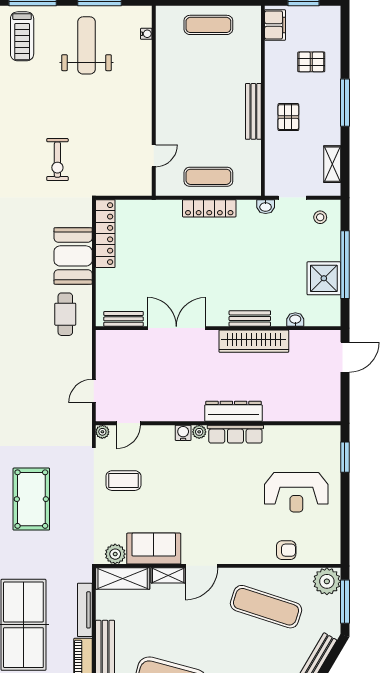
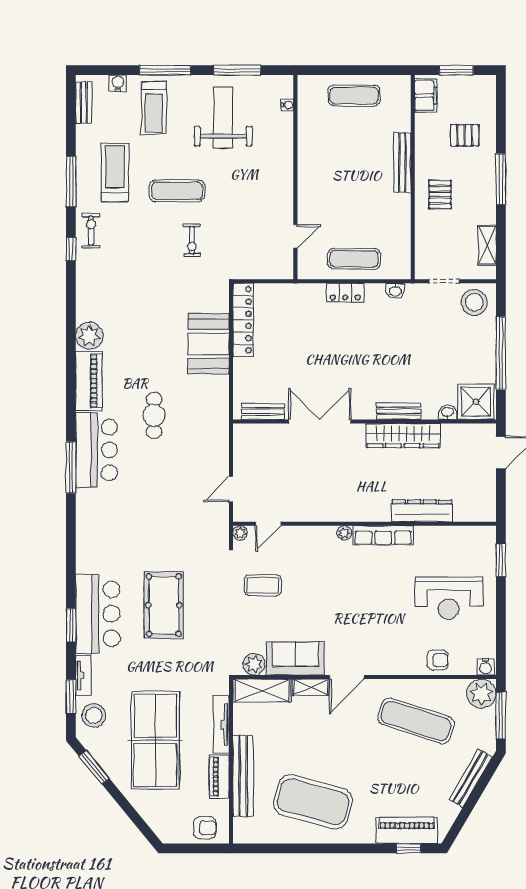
bench: (253, 111) -> (402, 162), moved
exercise mat: (44, 114) -> (177, 191), added
exercise bike: (57, 160) -> (192, 240), width x0.73, depth x0.72
washbasin: (266, 207) -> (395, 291), moved
locker: (209, 208) -> (345, 293), width x0.66
stool: (320, 217) -> (474, 302), width x1.89, depth x1.89
shower: (324, 278) -> (476, 402), moved
cafe table: (65, 314) -> (154, 415), moved
dresser: (234, 411) -> (422, 511), moved
water cooler: (183, 433) -> (486, 667), moved, turned 180

